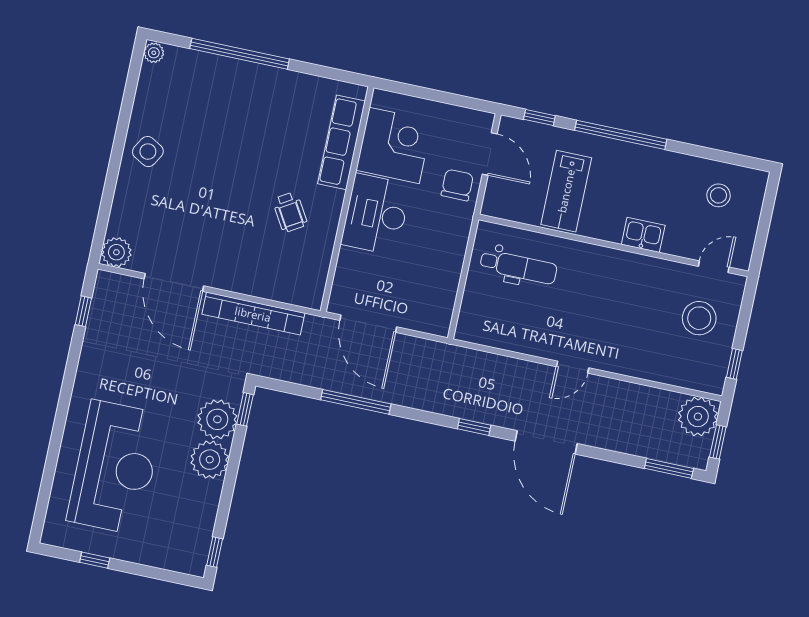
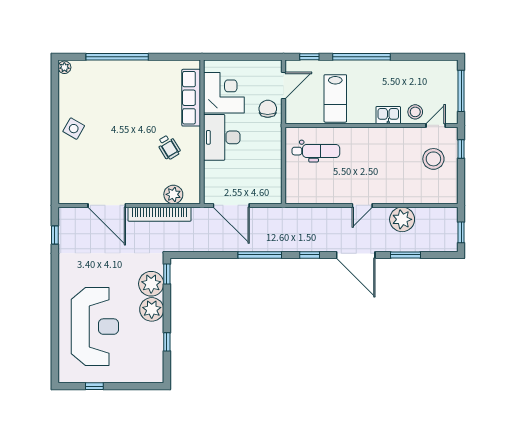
door: (490, 154) -> (284, 86), hinge flipped
stool: (719, 195) -> (415, 112), moved
window: (765, 221) -> (461, 91), added
plant: (116, 252) -> (173, 194), moved
window: (734, 364) -> (461, 149), moved
window: (356, 402) -> (260, 255), moved
plant: (698, 417) -> (402, 219), moved
window: (669, 468) -> (406, 255), moved
window: (215, 552) -> (167, 342), moved

